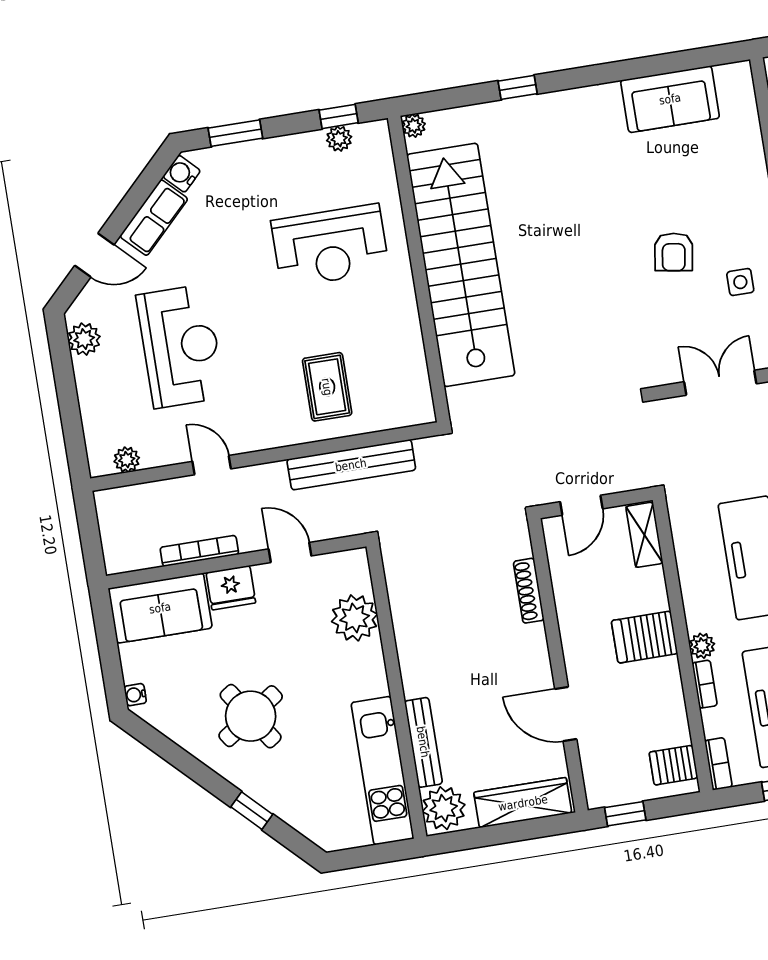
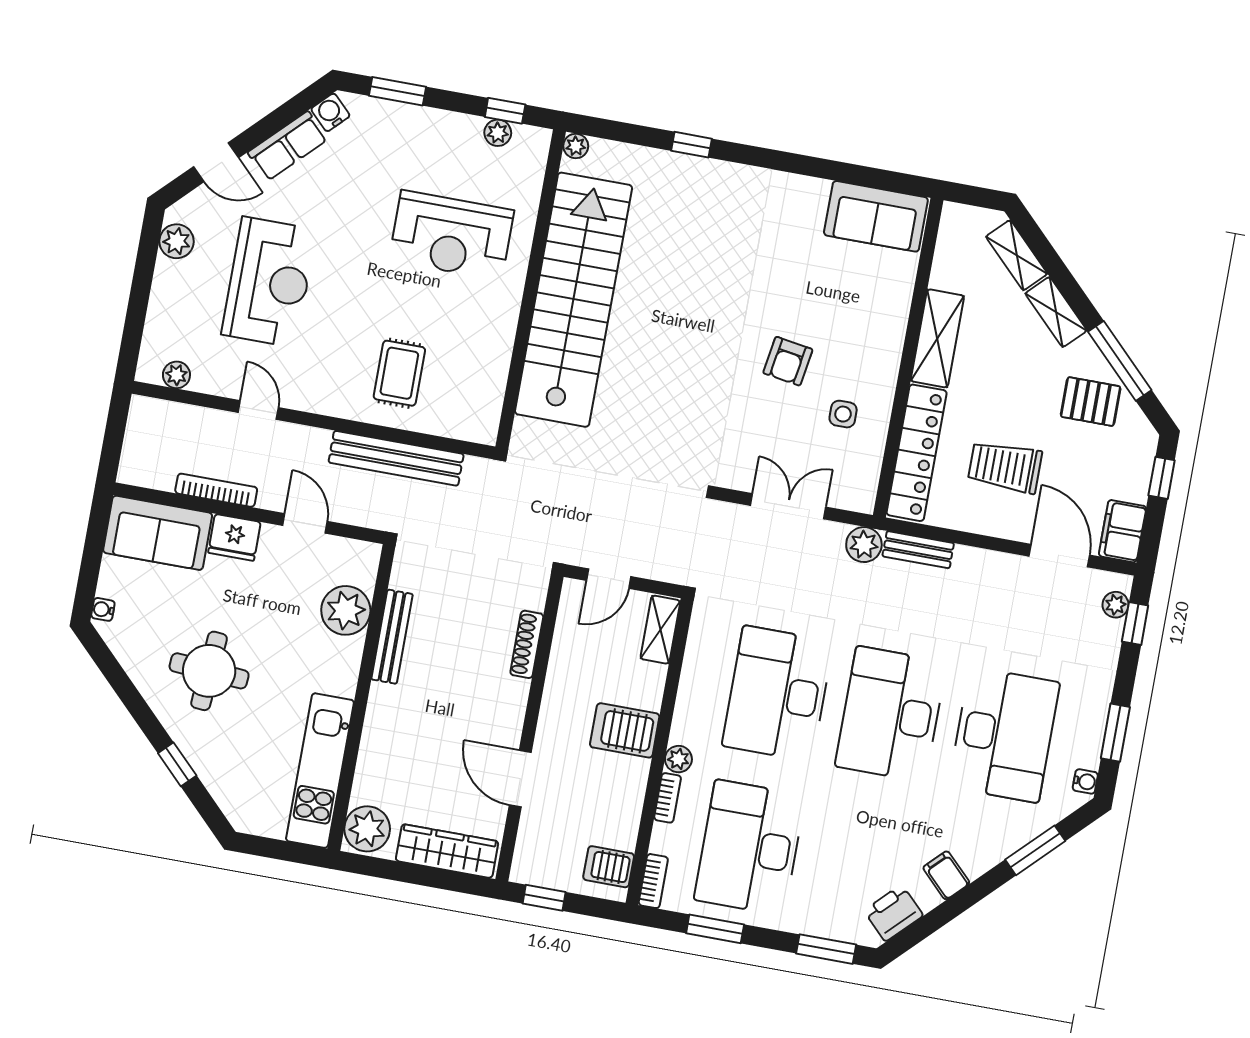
sofa: (670, 99) -> (876, 216), moved
round table: (251, 716) -> (209, 671), turned 38
bench: (423, 742) -> (392, 637), moved

